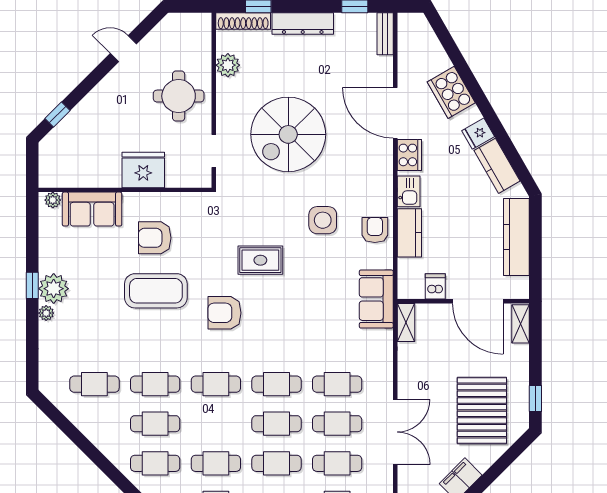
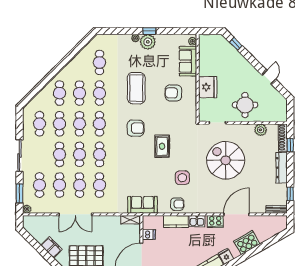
armchair: (155, 238) -> (173, 93), turned -90
coffee table: (156, 291) -> (136, 88), moved
armchair: (224, 313) -> (136, 128), turned 90
cafe table: (216, 424) -> (79, 124), added

